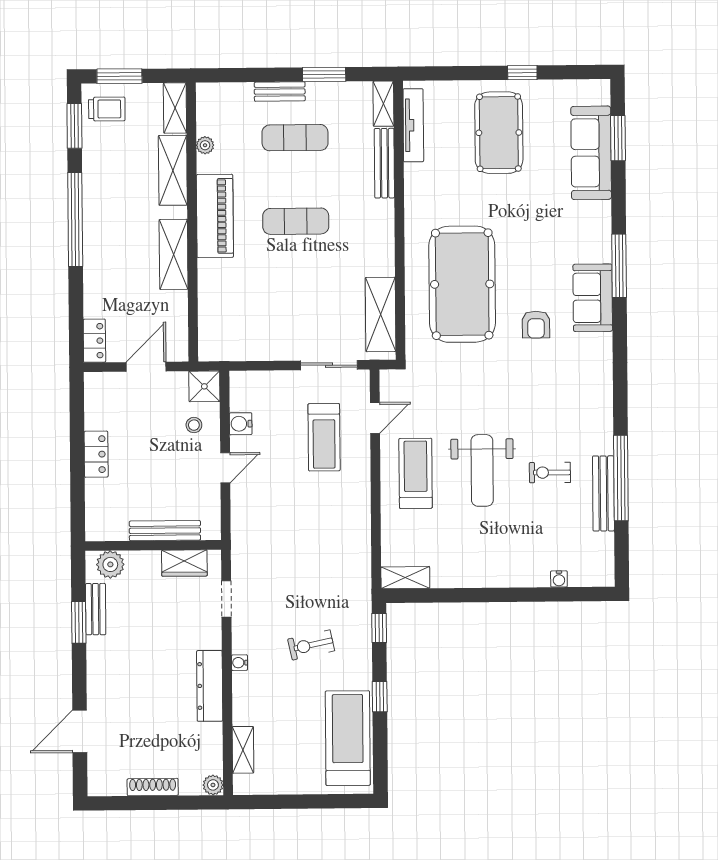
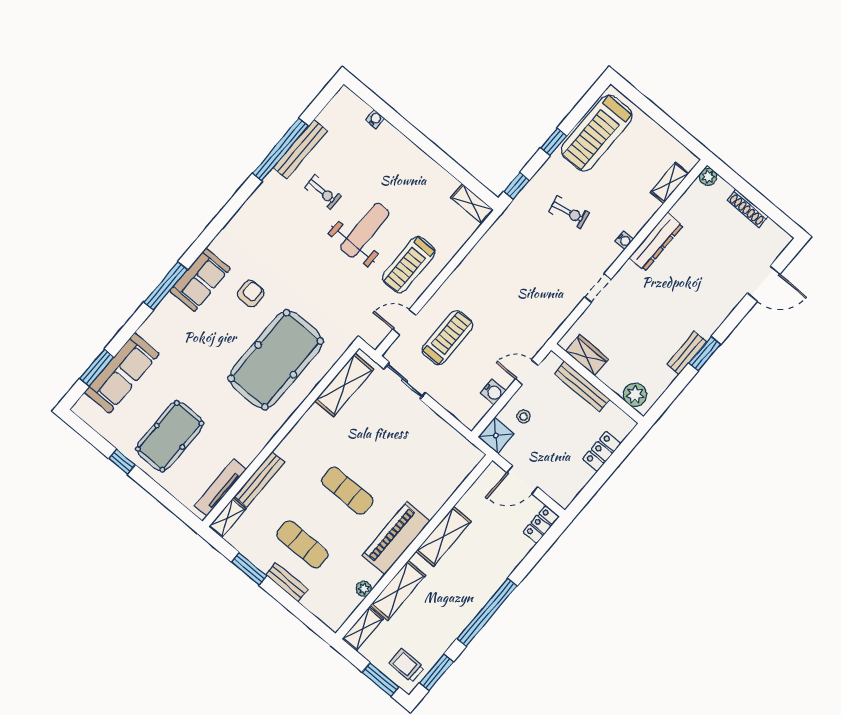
bench: (165, 531) -> (582, 386), moved
wall: (153, 545) -> (597, 383), moved
wardrobe: (184, 563) -> (587, 355), moved
plant: (110, 564) -> (635, 395), moved

